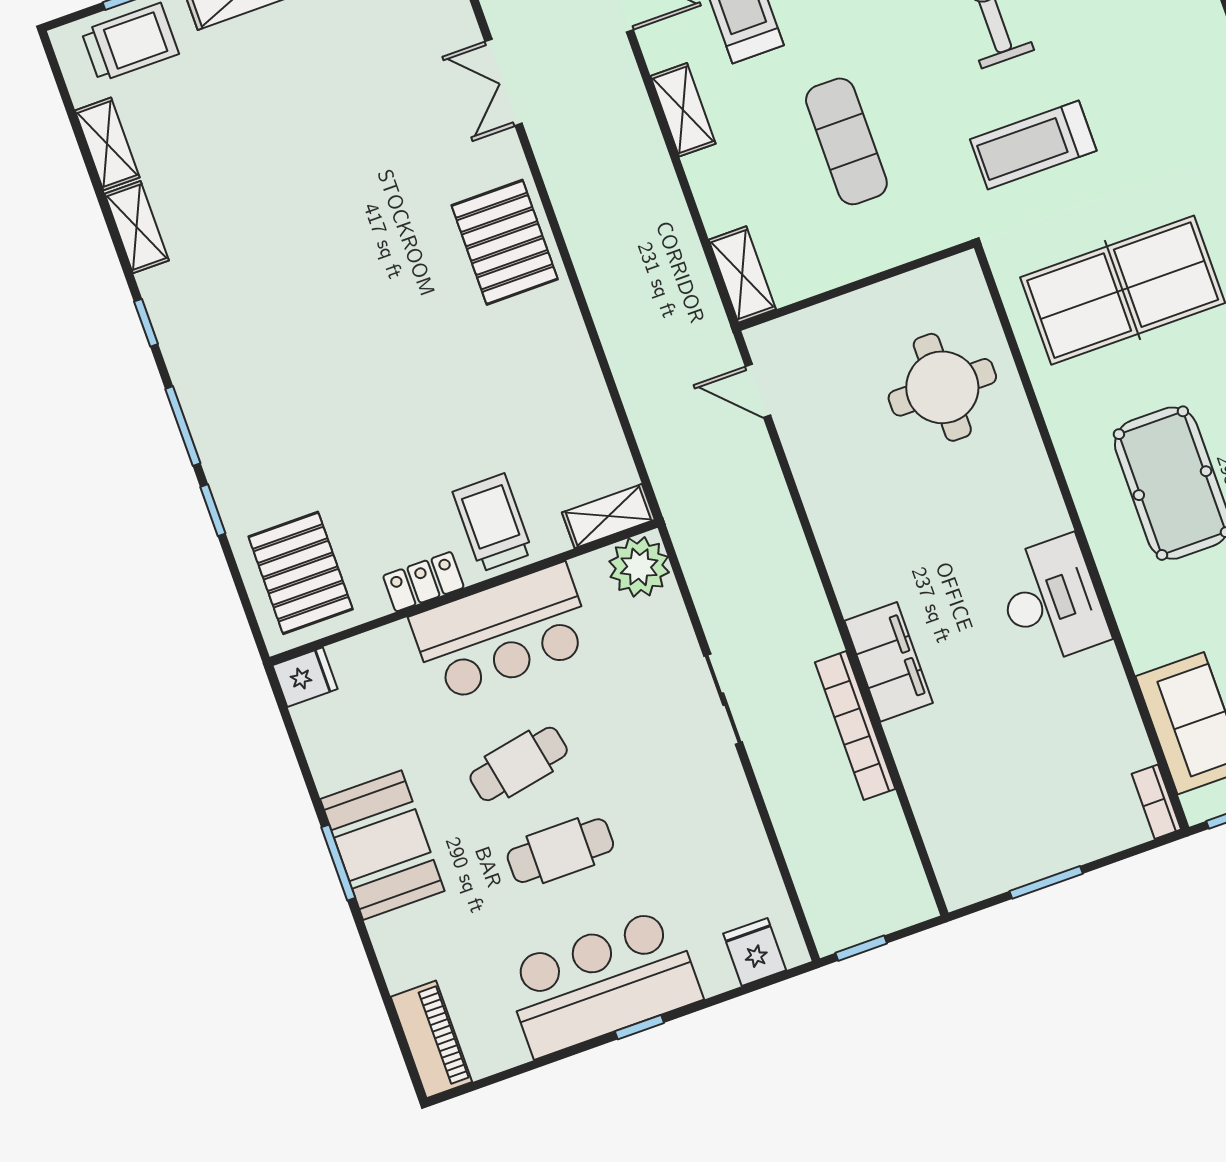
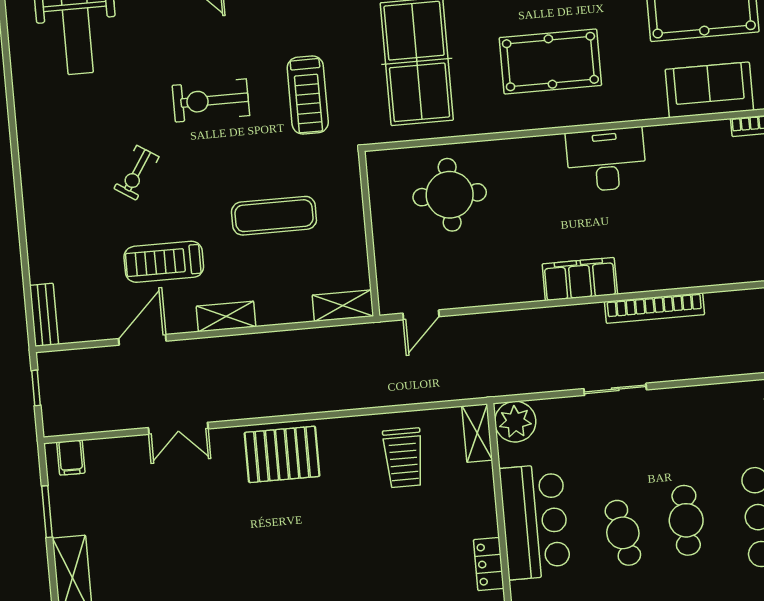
trolley: (493, 523) -> (403, 458), moved, turned -90
filing cabinet: (889, 662) -> (580, 279), moved

